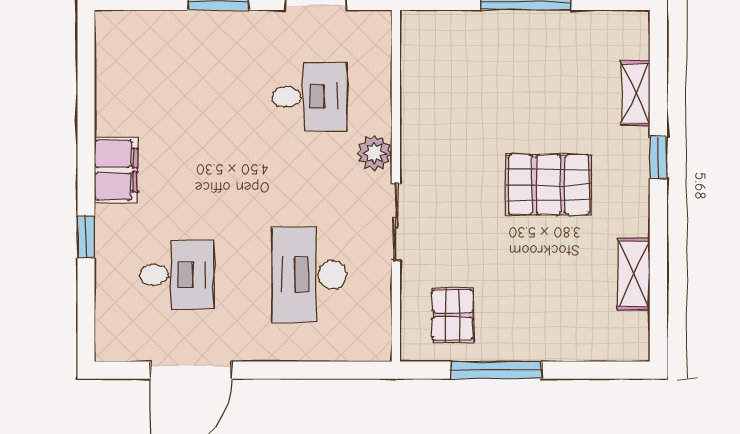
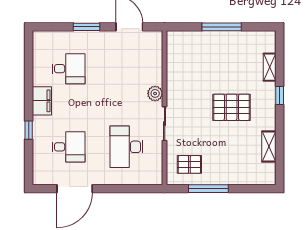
desk: (309, 97) -> (68, 69), moved
pallet: (453, 315) -> (189, 164), turned 90

